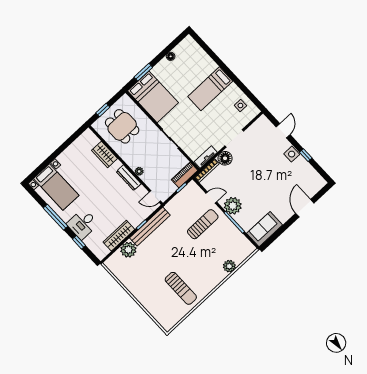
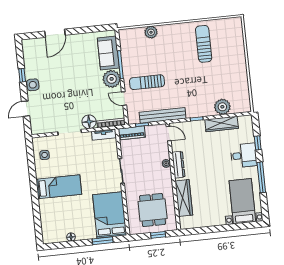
wardrobe: (105, 154) -> (184, 198), width x1.50
bench: (150, 227) -> (163, 115), moved
sofa: (265, 229) -> (108, 53), moved, turned 90

